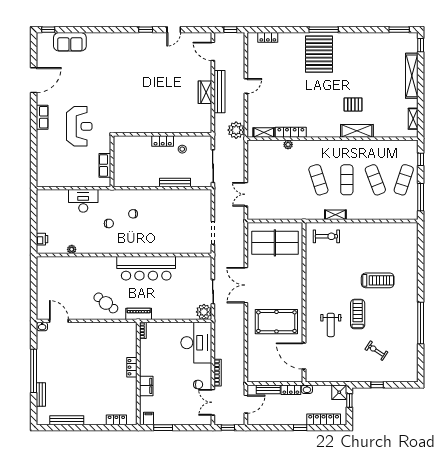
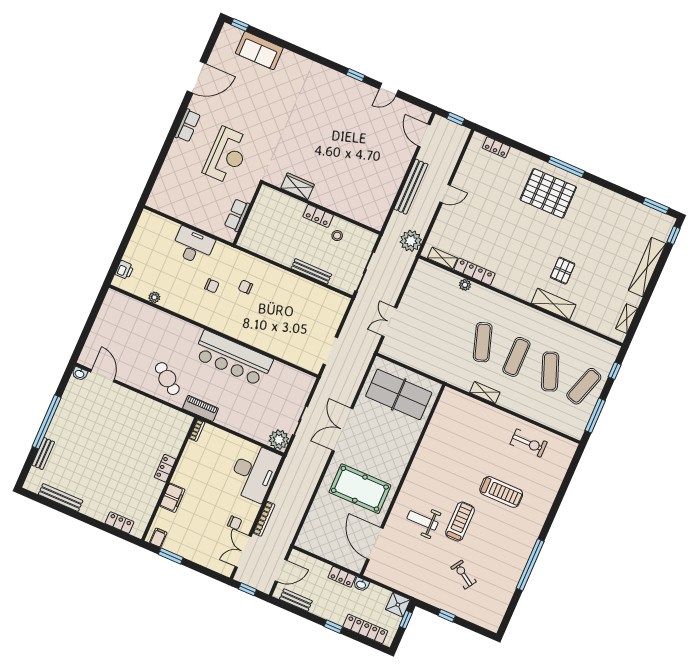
pallet: (319, 54) -> (548, 193), turned 90
wardrobe: (205, 92) -> (297, 186), moved, turned 90
pallet: (353, 104) -> (563, 271), turned 90
exercise bike: (326, 236) -> (529, 443), moved
weight bench: (331, 325) -> (423, 520), turned 90
bench: (268, 389) -> (296, 600), moved

